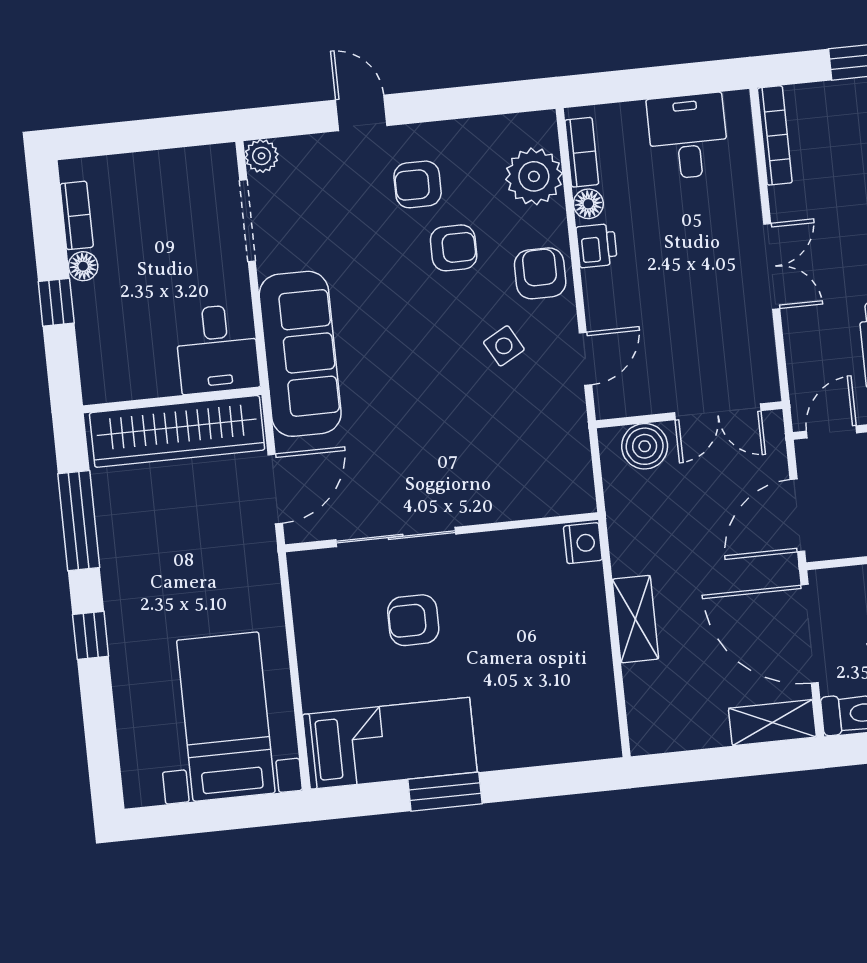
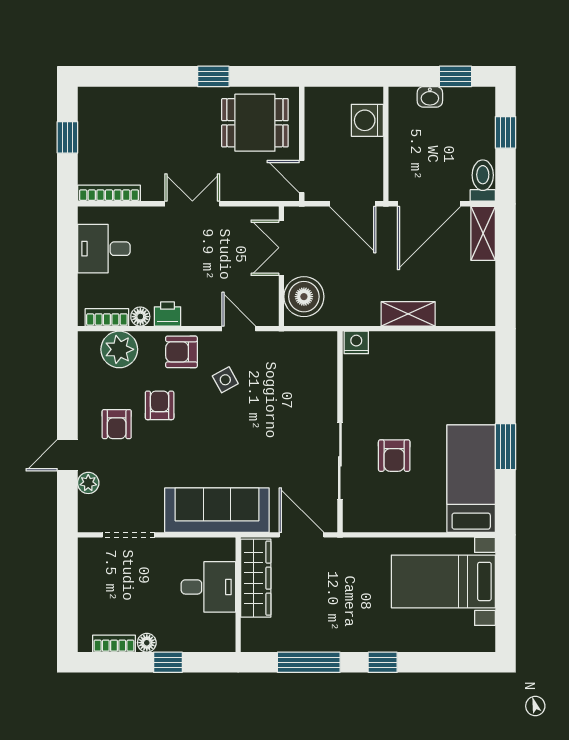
plant: (262, 156) -> (88, 483), moved
desk: (217, 349) -> (208, 587), moved
double door: (718, 412) -> (281, 248), swing flipped
wardrobe: (177, 431) -> (256, 578), width x0.71, depth x0.85
boiler: (645, 446) -> (304, 297), width x1.37, depth x1.37

